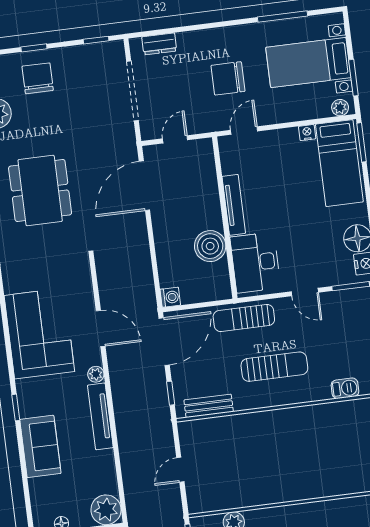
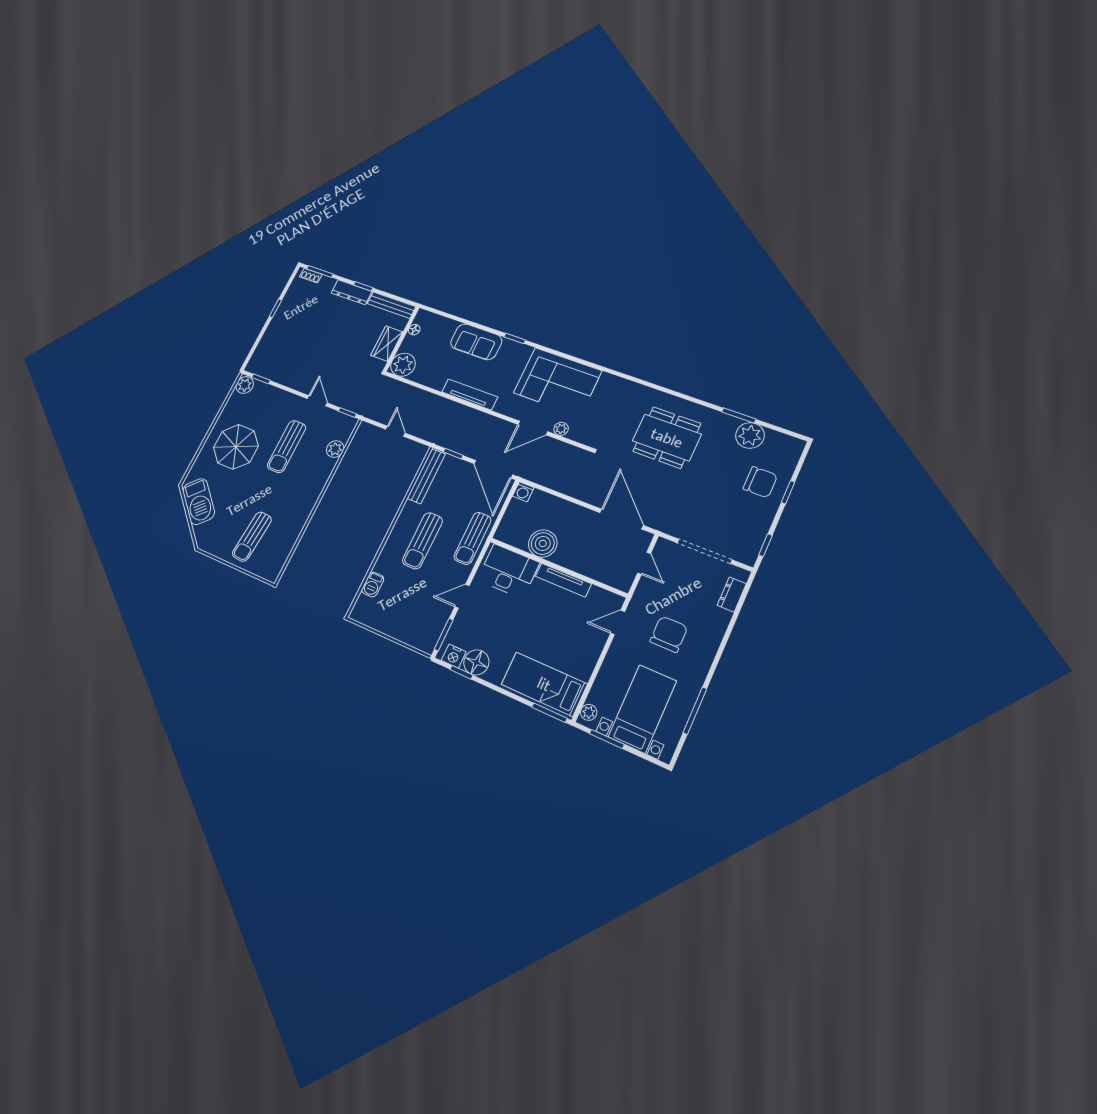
door: (244, 131) -> (618, 622), swing flipped
nightstand: (307, 133) -> (585, 673), removed
sun lounger: (244, 318) -> (472, 538), turned 180
plant: (96, 374) -> (561, 429), moved
bench: (209, 406) -> (426, 476), width x1.36

